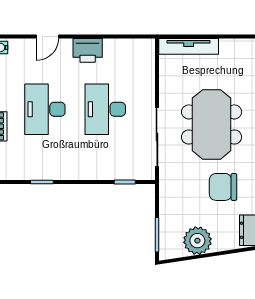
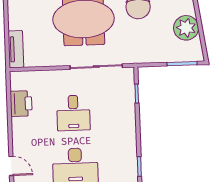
tv unit: (189, 46) -> (16, 49), width x0.71
printer: (88, 50) -> (21, 104), moved
desk: (105, 109) -> (73, 113), width x0.73

